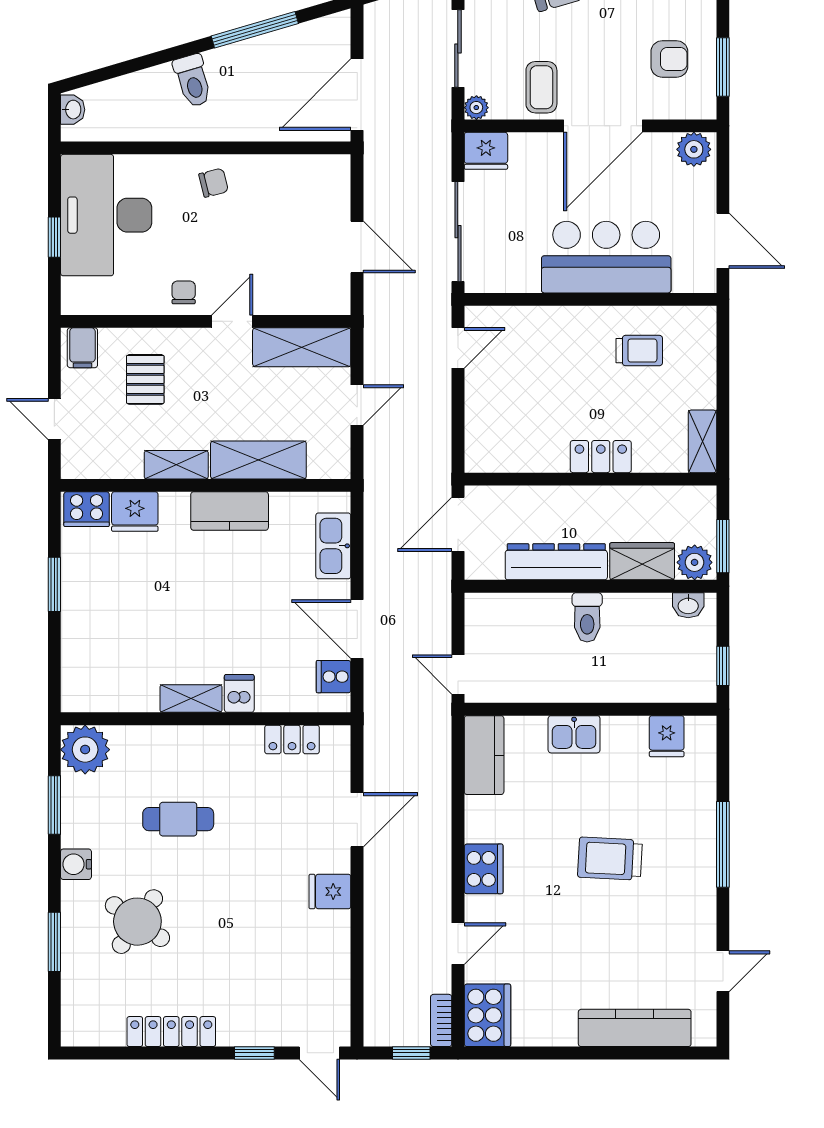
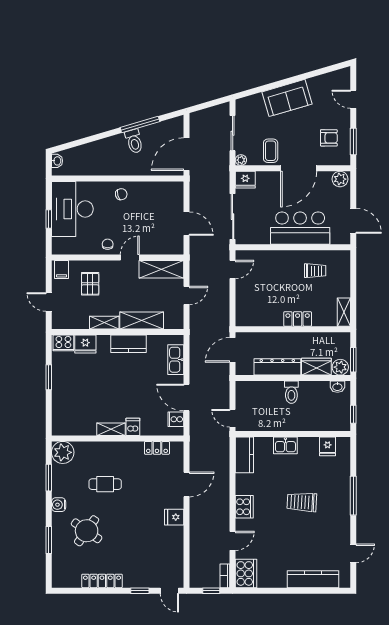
toilet: (193, 81) -> (134, 141), moved

